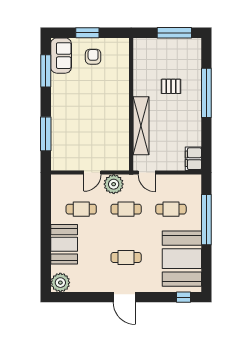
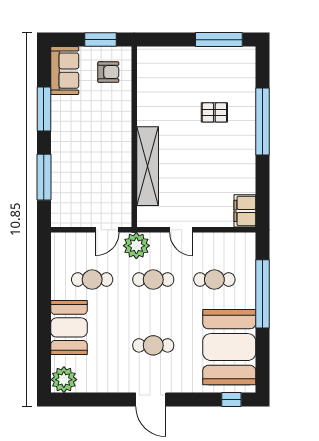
armchair: (93, 57) -> (108, 72), turned 90
window: (46, 71) -> (44, 109), moved
wall: (131, 104) -> (134, 137), moved
shelving: (141, 126) -> (148, 166), moved

